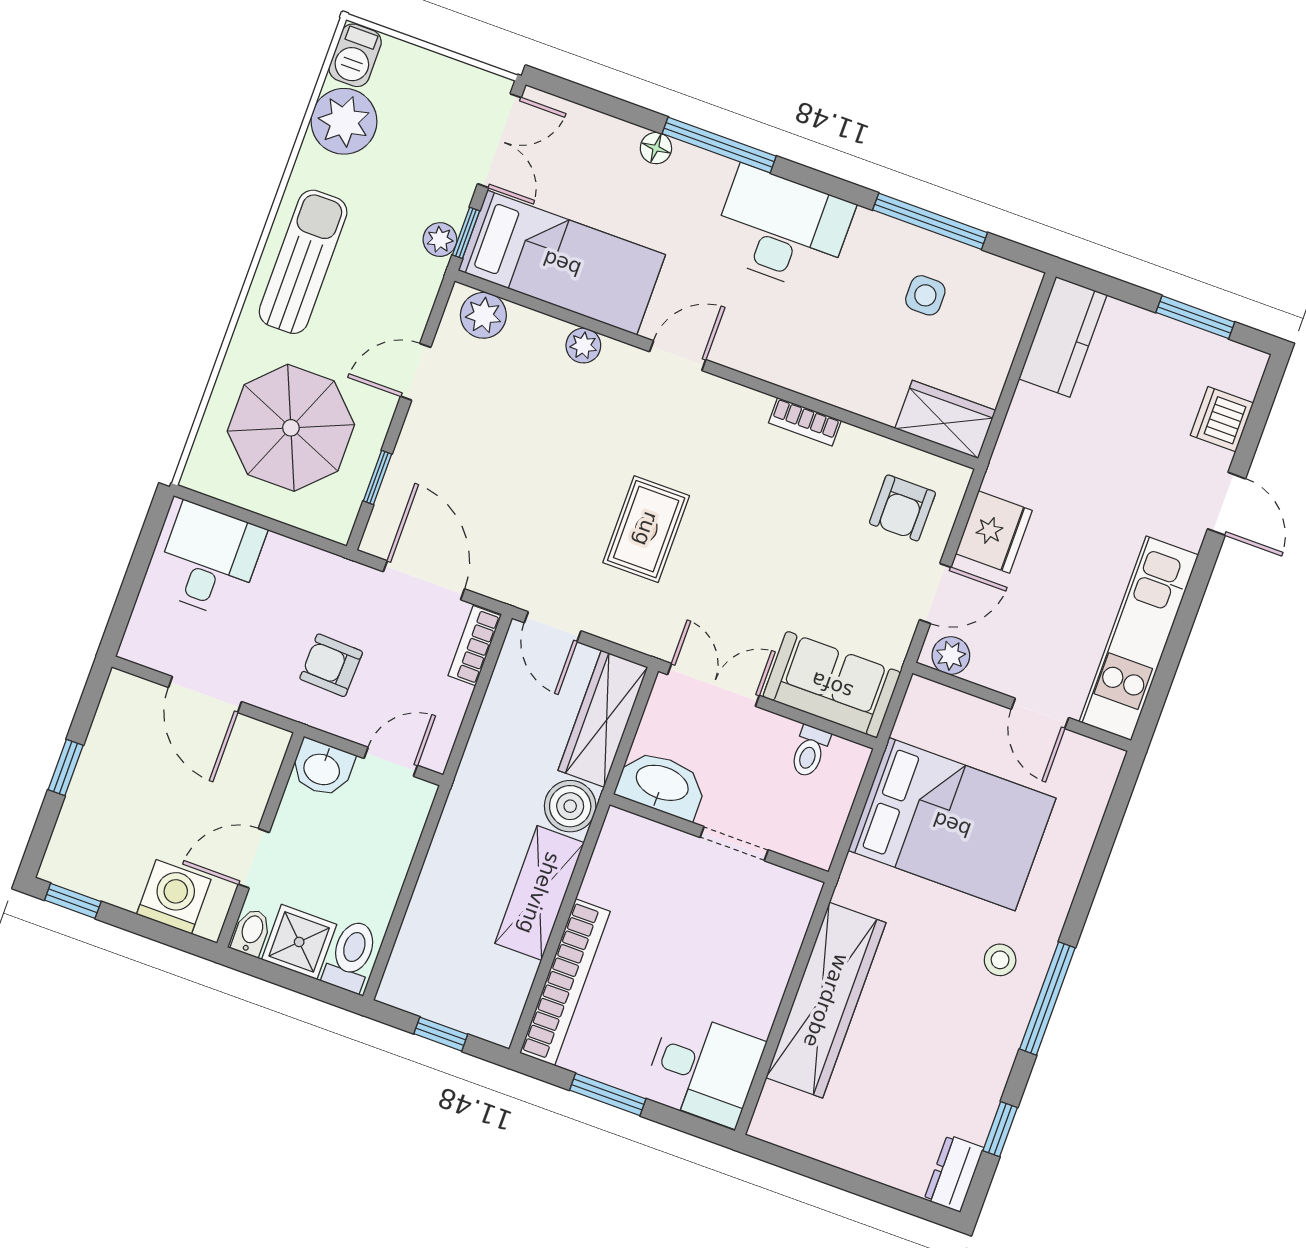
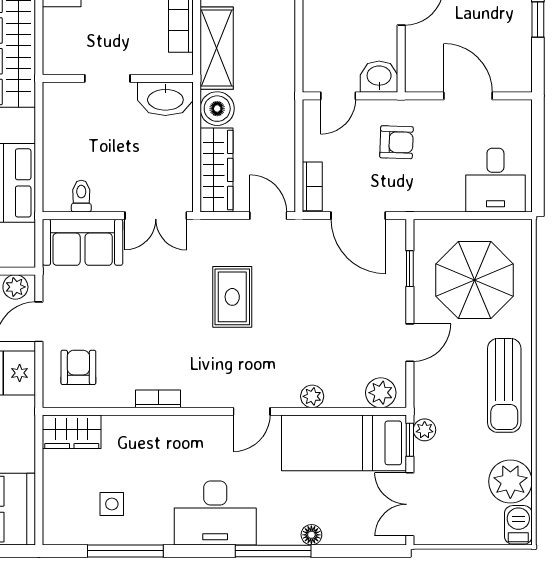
washbasin: (662, 784) -> (165, 99), moved
wall: (719, 838) -> (118, 78), moved
doorway: (734, 844) -> (107, 78), moved

